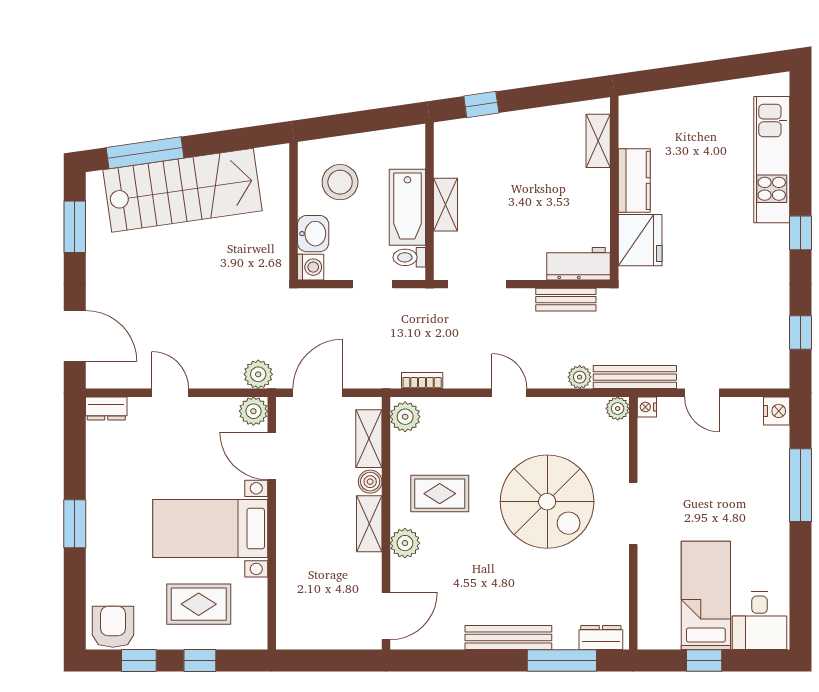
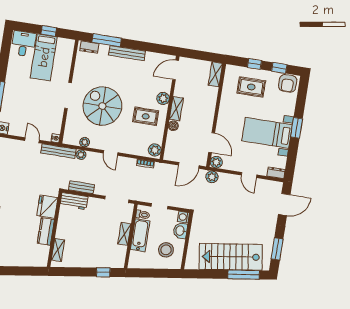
door: (75, 336) -> (284, 204), swing flipped
plant: (618, 408) -> (85, 142), moved
shelving: (369, 439) -> (215, 74), moved
bed with nightstands: (210, 529) -> (267, 133), moved, turned 180

